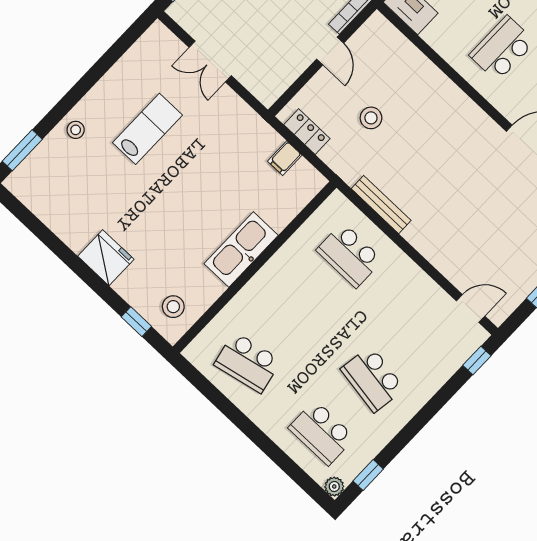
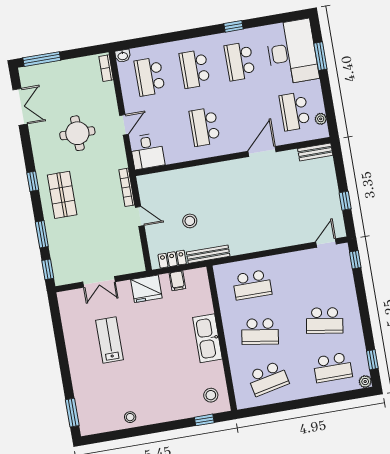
stool: (76, 130) -> (130, 417), moved
bench: (381, 205) -> (208, 254), moved
fridge: (106, 258) -> (146, 289), moved, turned 180
school desk: (298, 309) -> (260, 332), added

